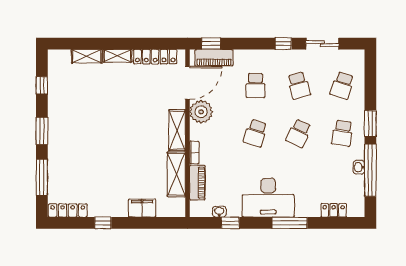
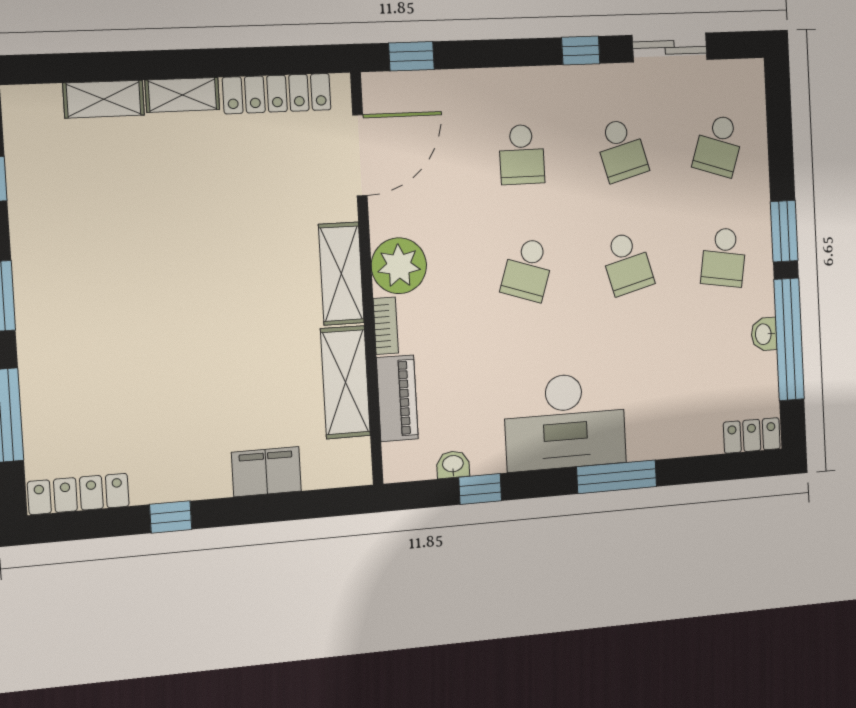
piano: (214, 58) -> (420, 91), removed
plant: (201, 112) -> (399, 266), moved
school desk: (299, 133) -> (627, 263), turned -39
locker: (334, 210) -> (752, 435), moved

